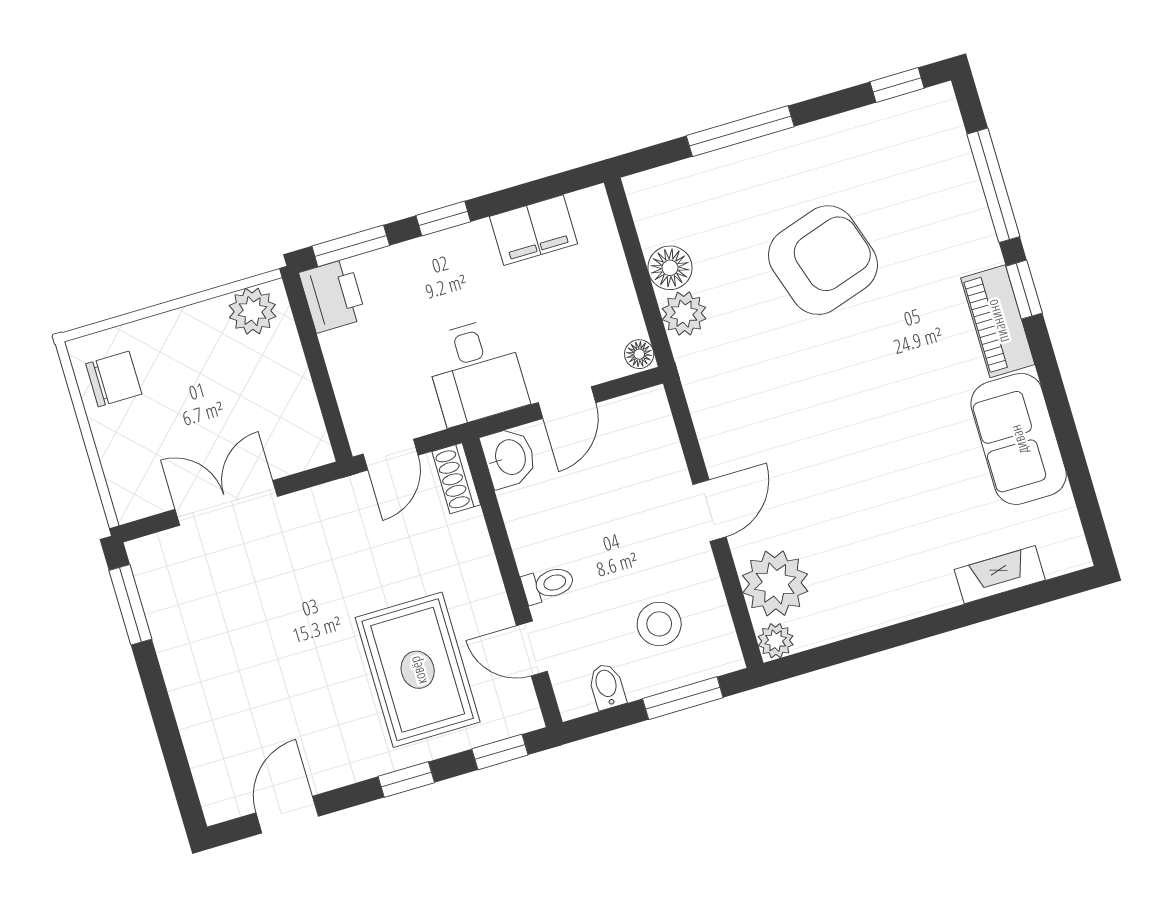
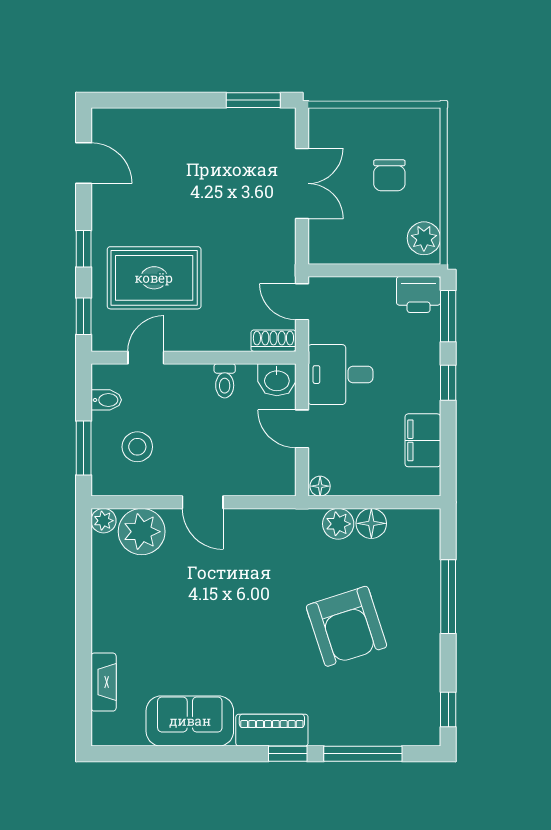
chair: (114, 379) -> (389, 175), moved
toilet: (548, 584) -> (225, 381), moved

